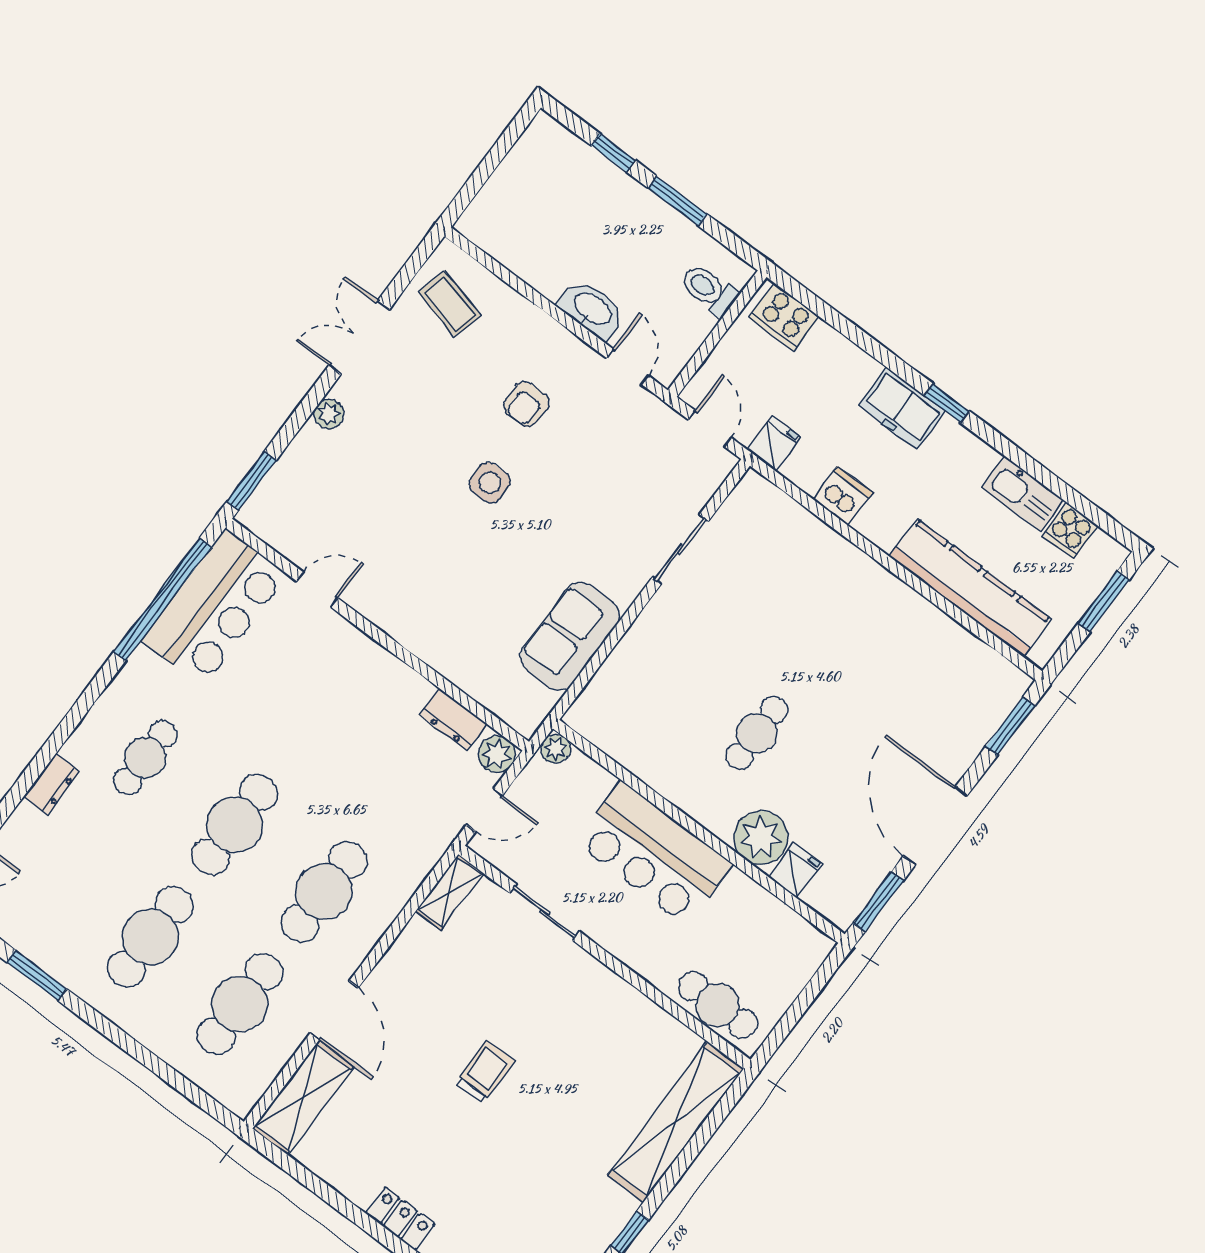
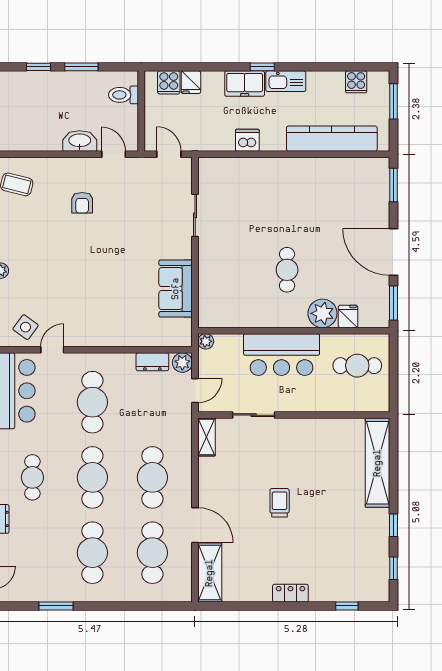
cooker: (784, 317) -> (169, 82), width x0.73
fridge: (774, 443) -> (191, 82), moved, turned 180
side table: (490, 483) -> (26, 327), moved, turned 36
kitchen sink: (1023, 494) -> (286, 81), moved
cafe table: (319, 713) -> (92, 402), added
cafe table: (718, 1005) -> (357, 366), moved

